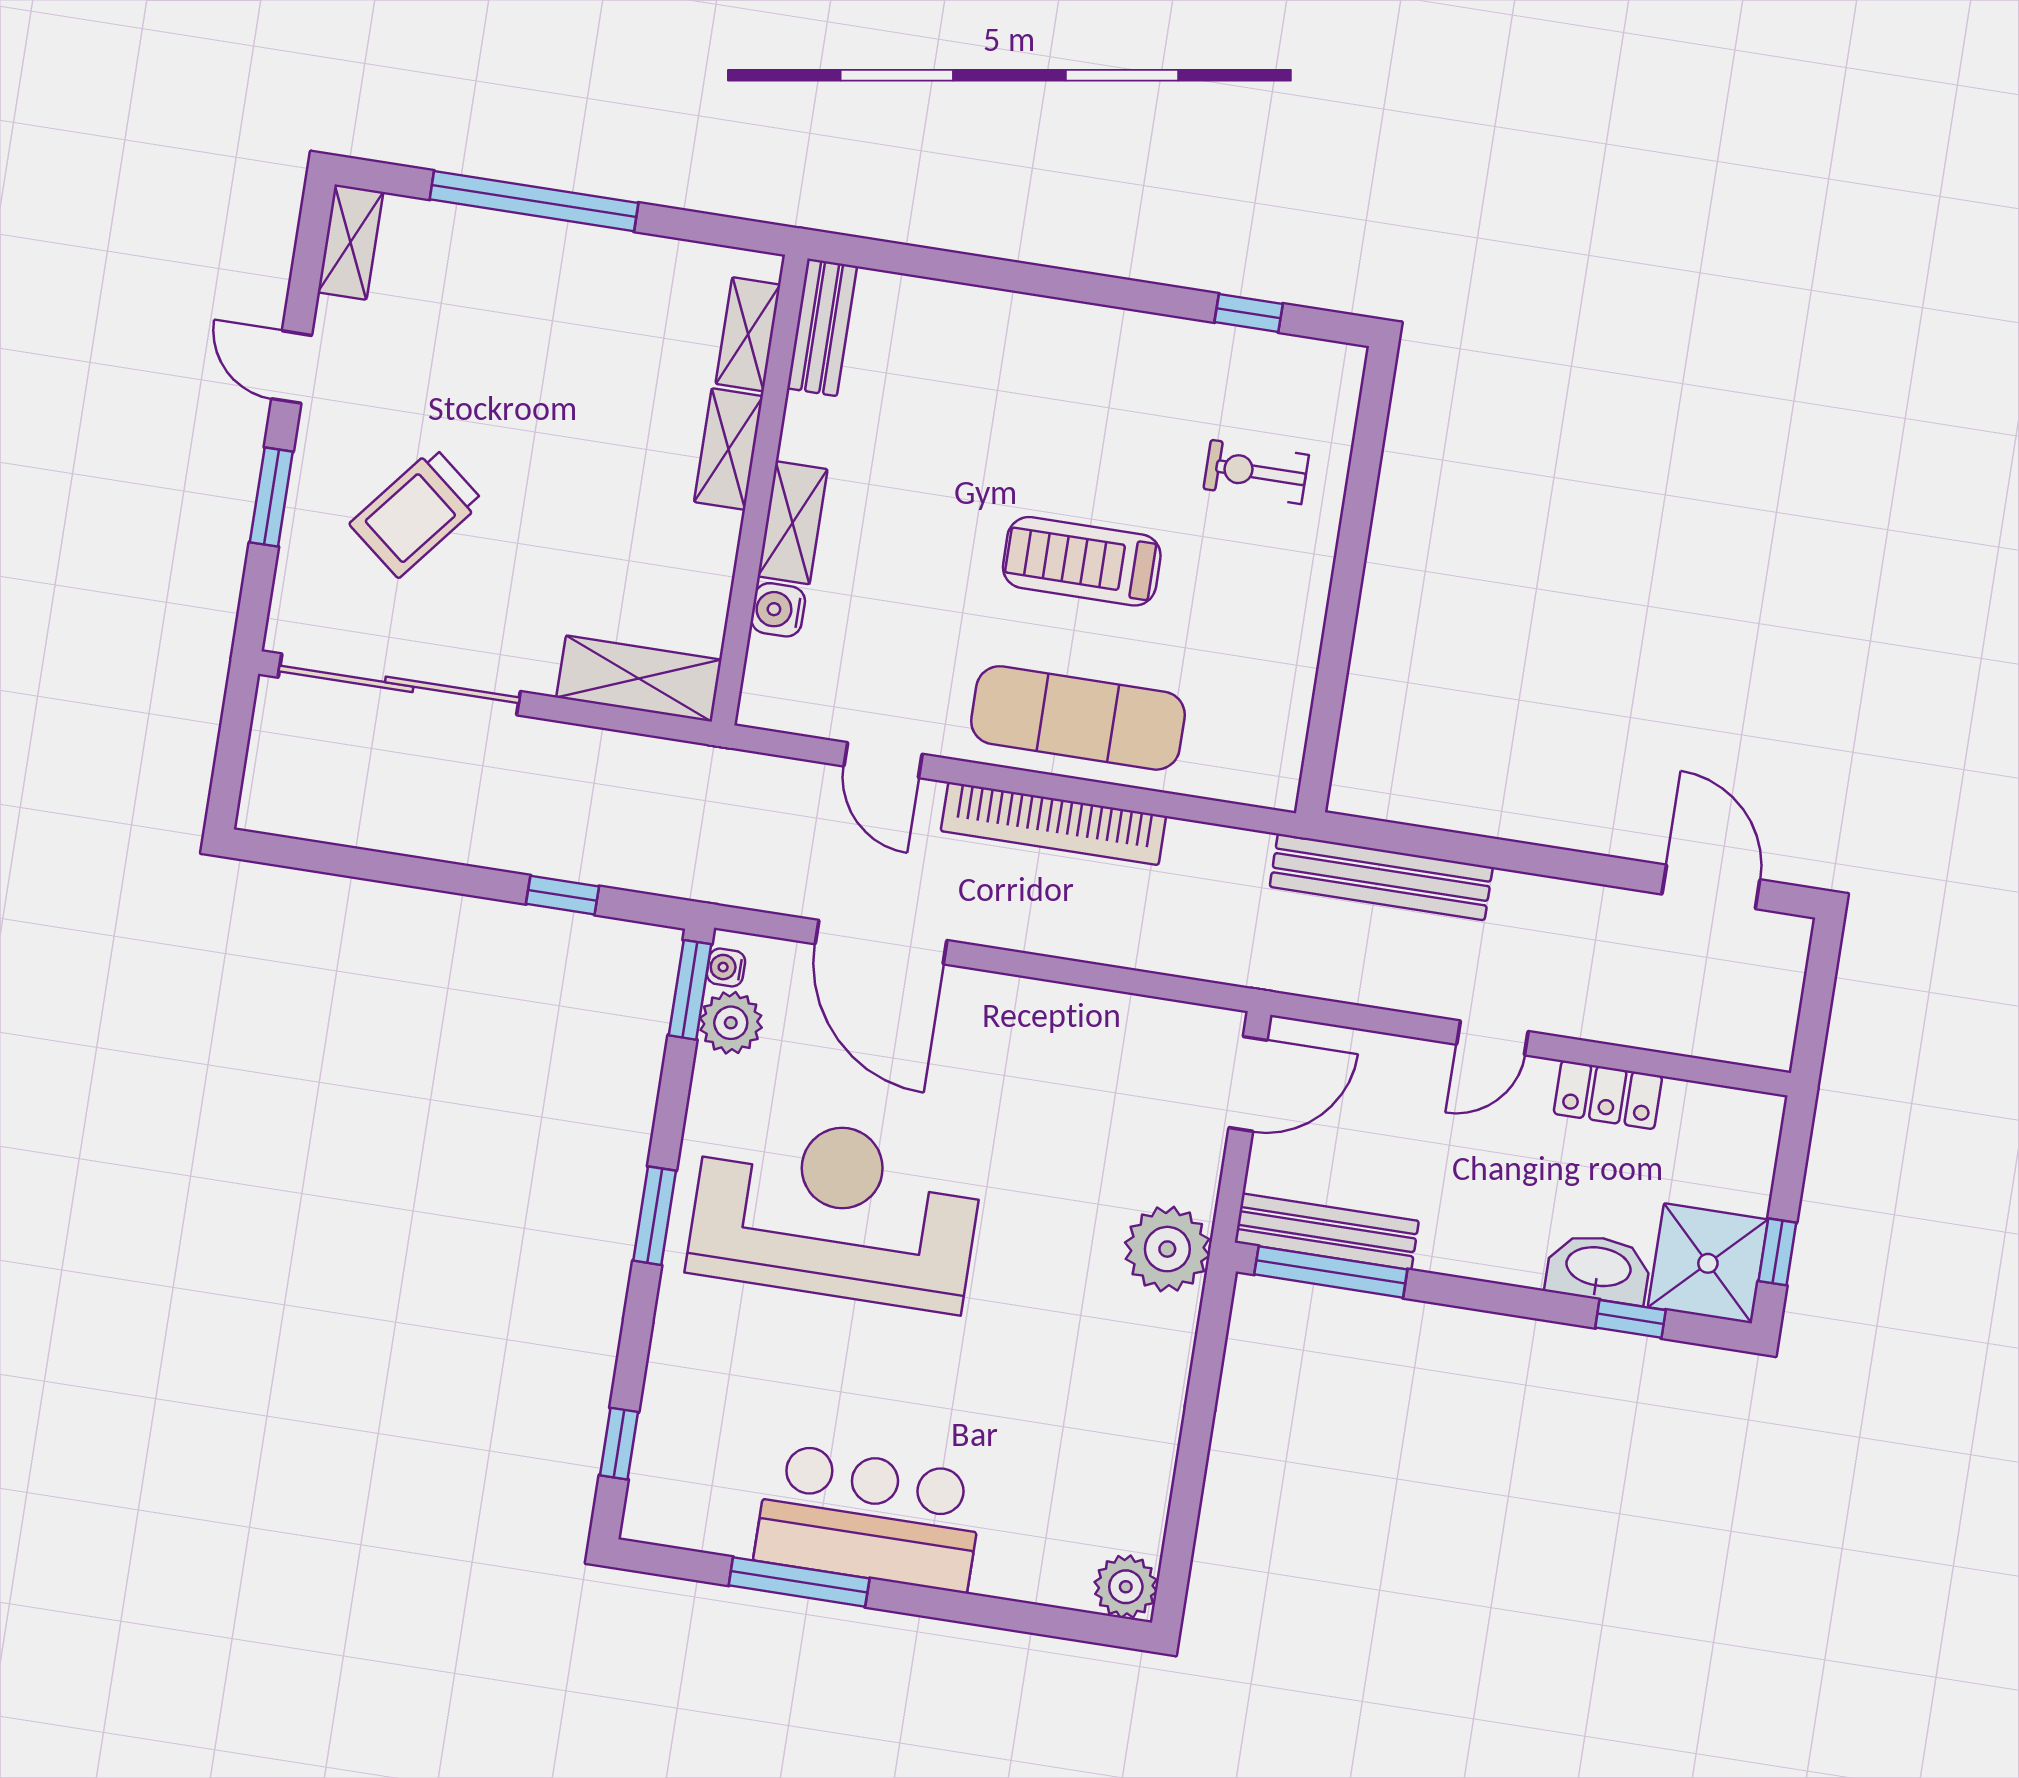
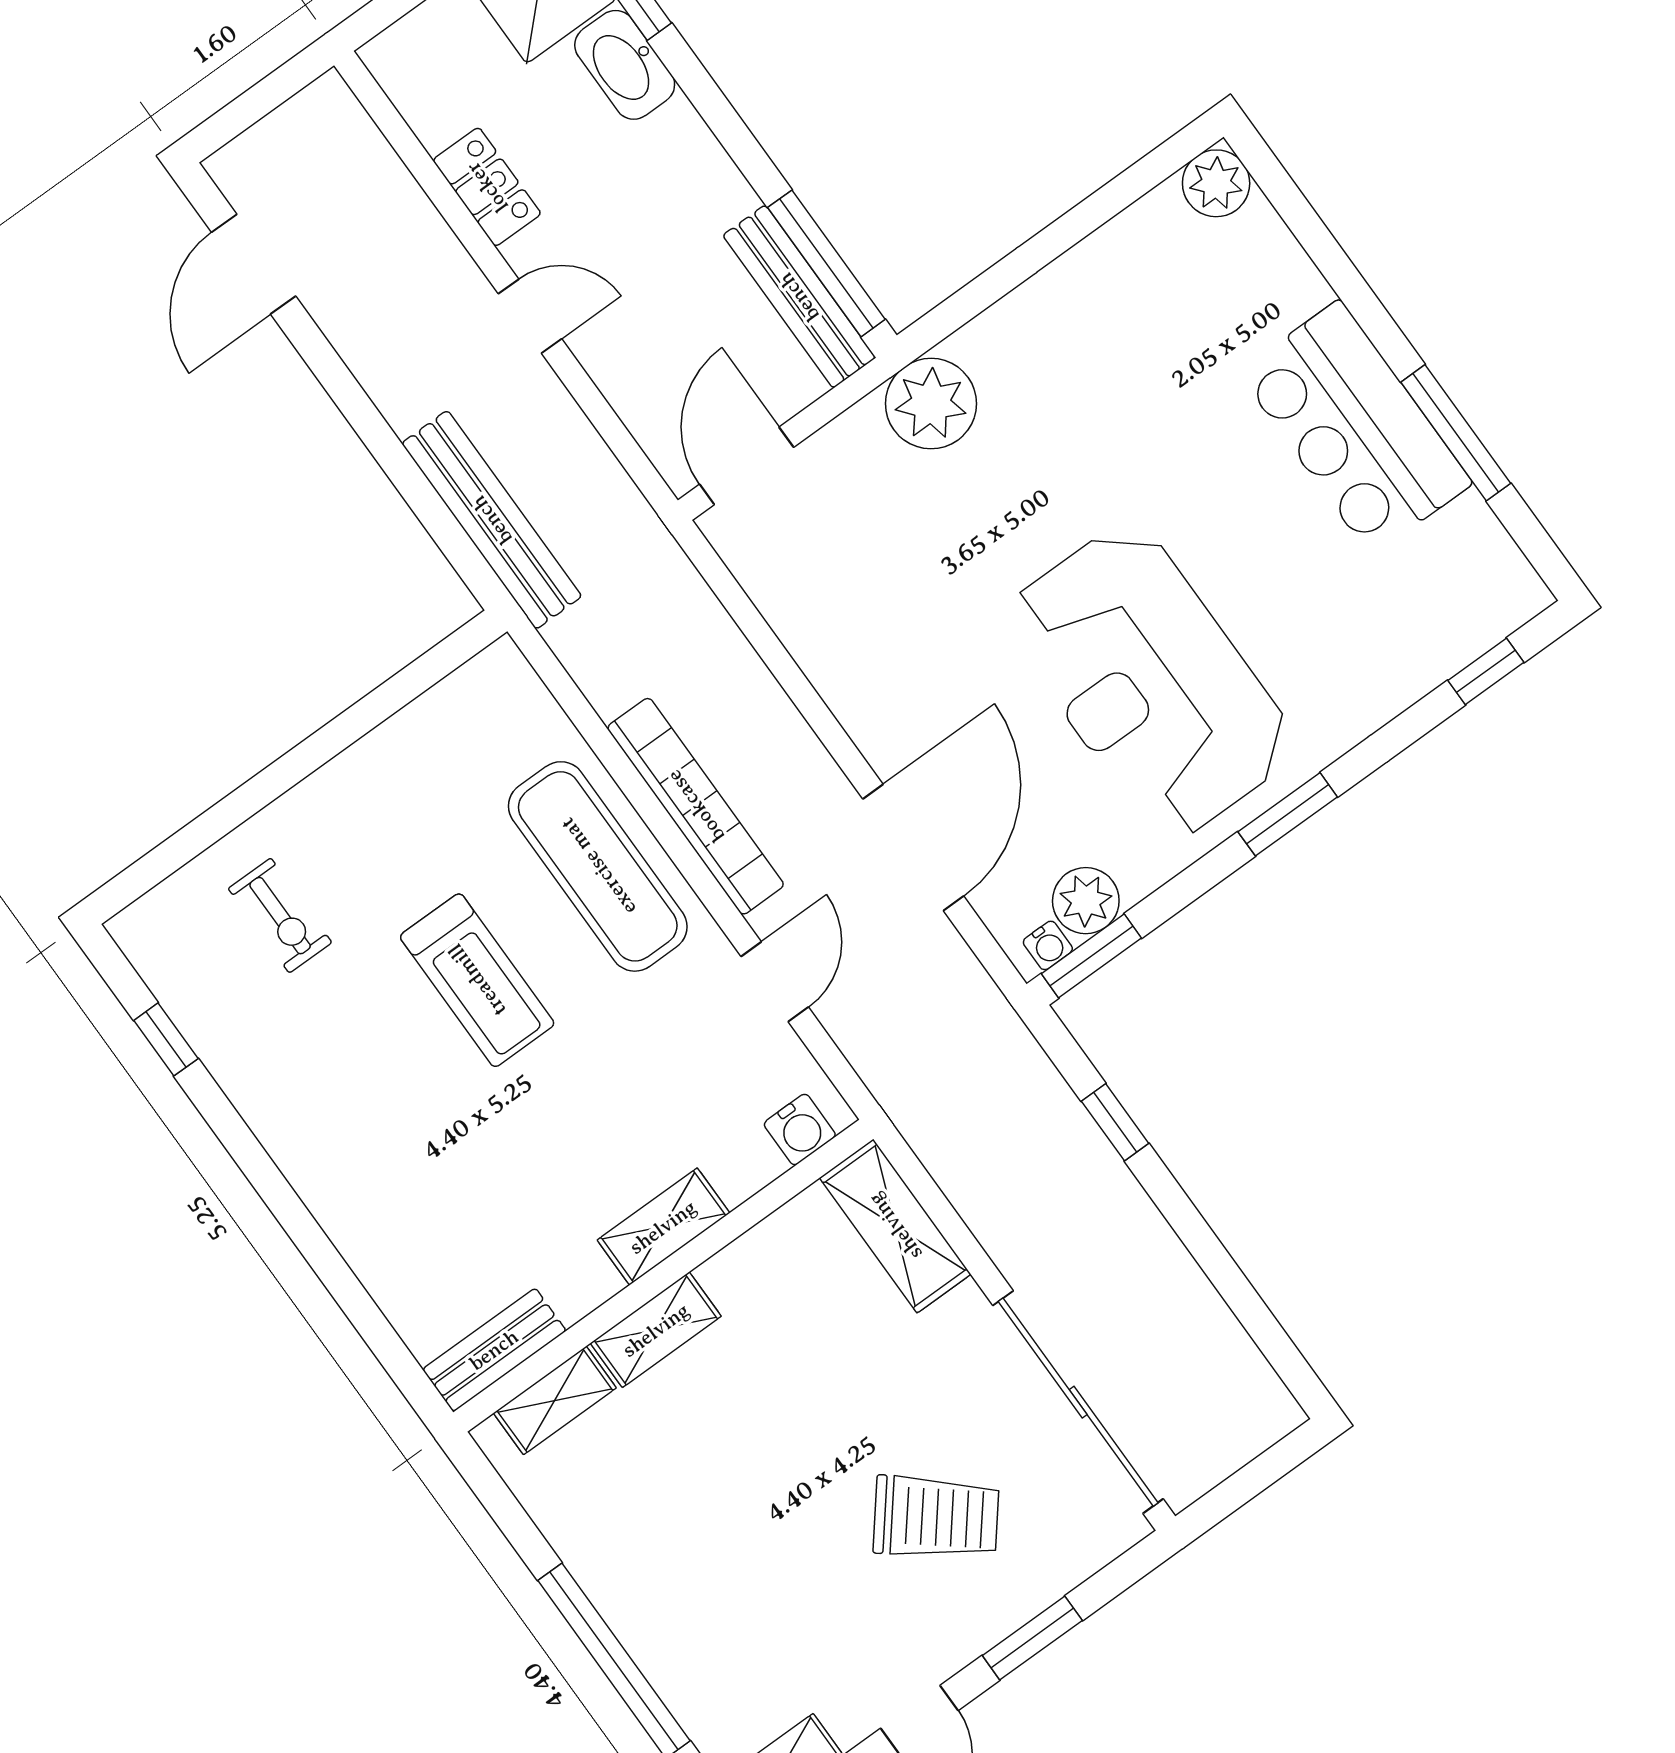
water cooler: (778, 610) -> (800, 1129), moved
door: (1248, 1084) -> (747, 466), hinge flipped

